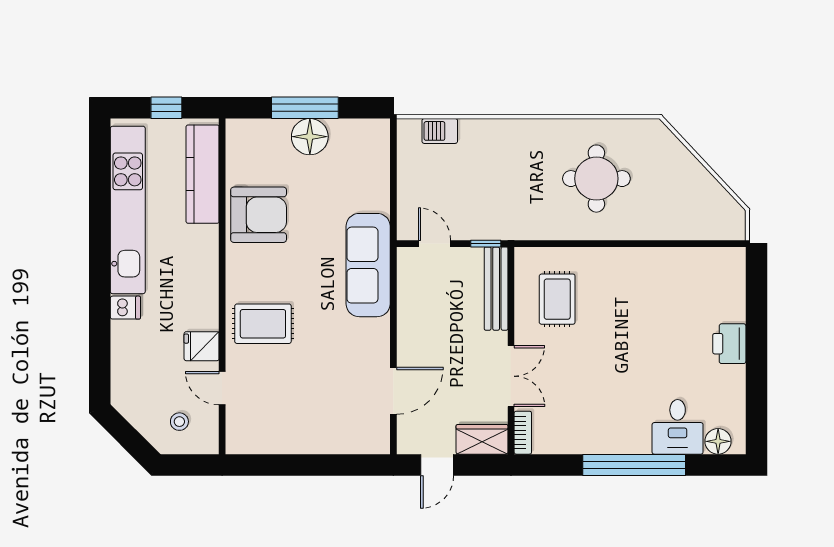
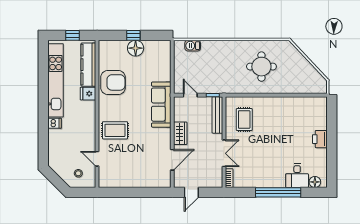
window: (305, 108) -> (133, 35), width x0.46
fridge: (202, 346) -> (88, 94), moved
wardrobe: (482, 439) -> (180, 133), moved, turned 90

